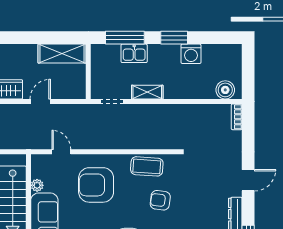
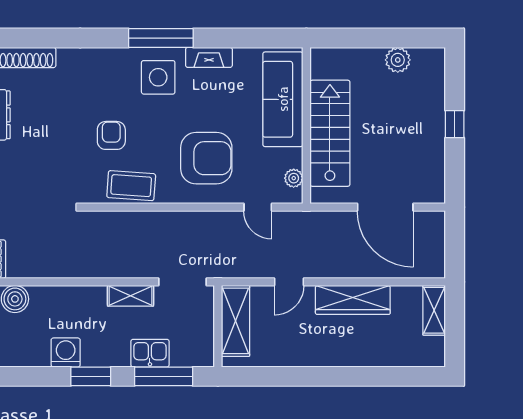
shelving: (62, 54) -> (236, 321), moved, turned 90
doorway: (112, 101) -> (182, 282), width x1.38
plant: (37, 185) -> (294, 178), moved
armchair: (160, 200) -> (111, 135), turned -97

